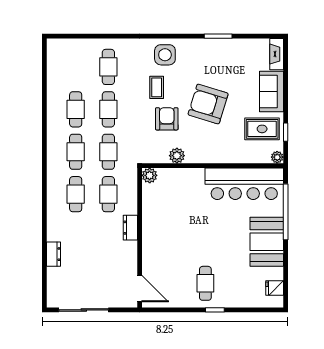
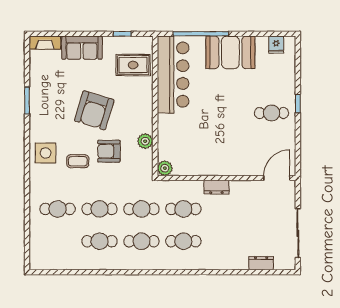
rug: (262, 129) -> (133, 65), moved, turned 90
plant: (277, 157) -> (147, 42), removed
dresser: (54, 254) -> (261, 263), moved

